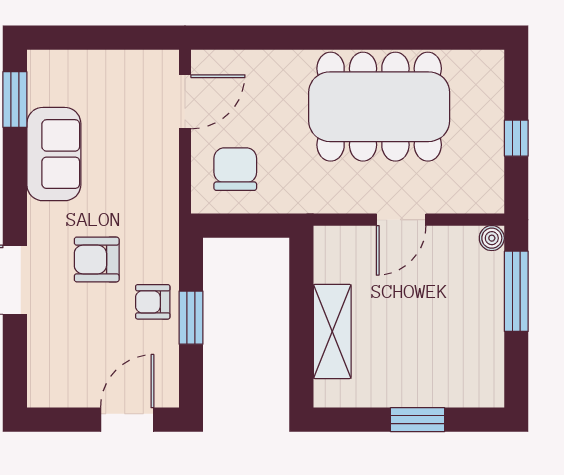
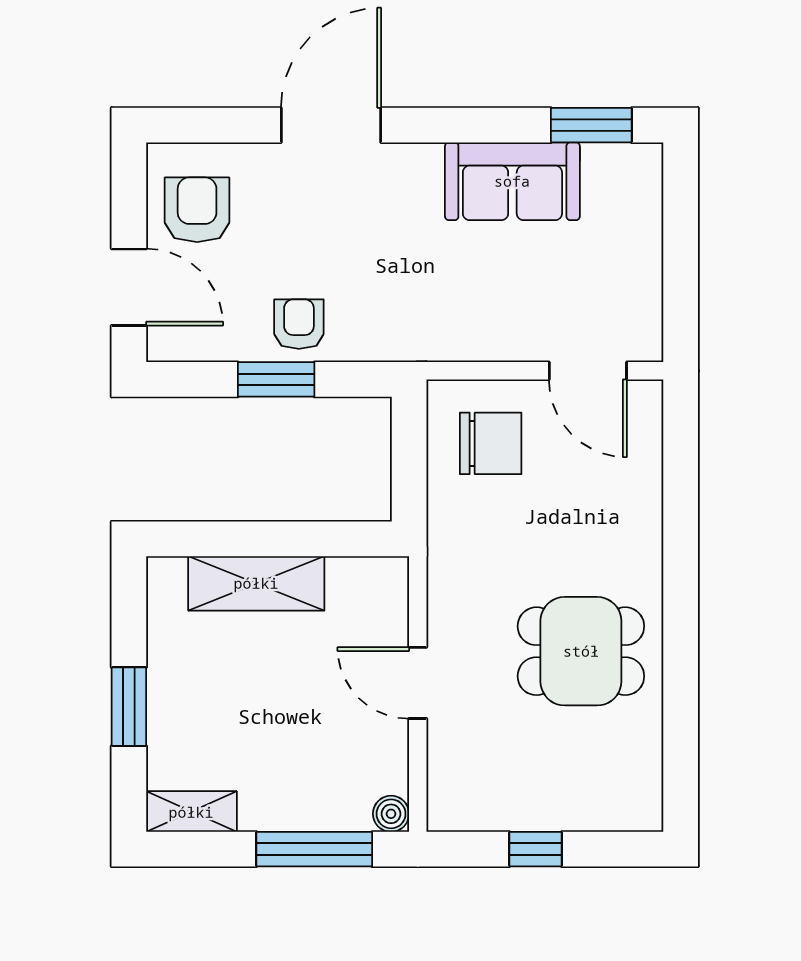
dining table: (379, 107) -> (581, 651), width x0.53, depth x0.80
armchair: (97, 259) -> (197, 210), moved
shelving: (490, 376) -> (191, 812), added

